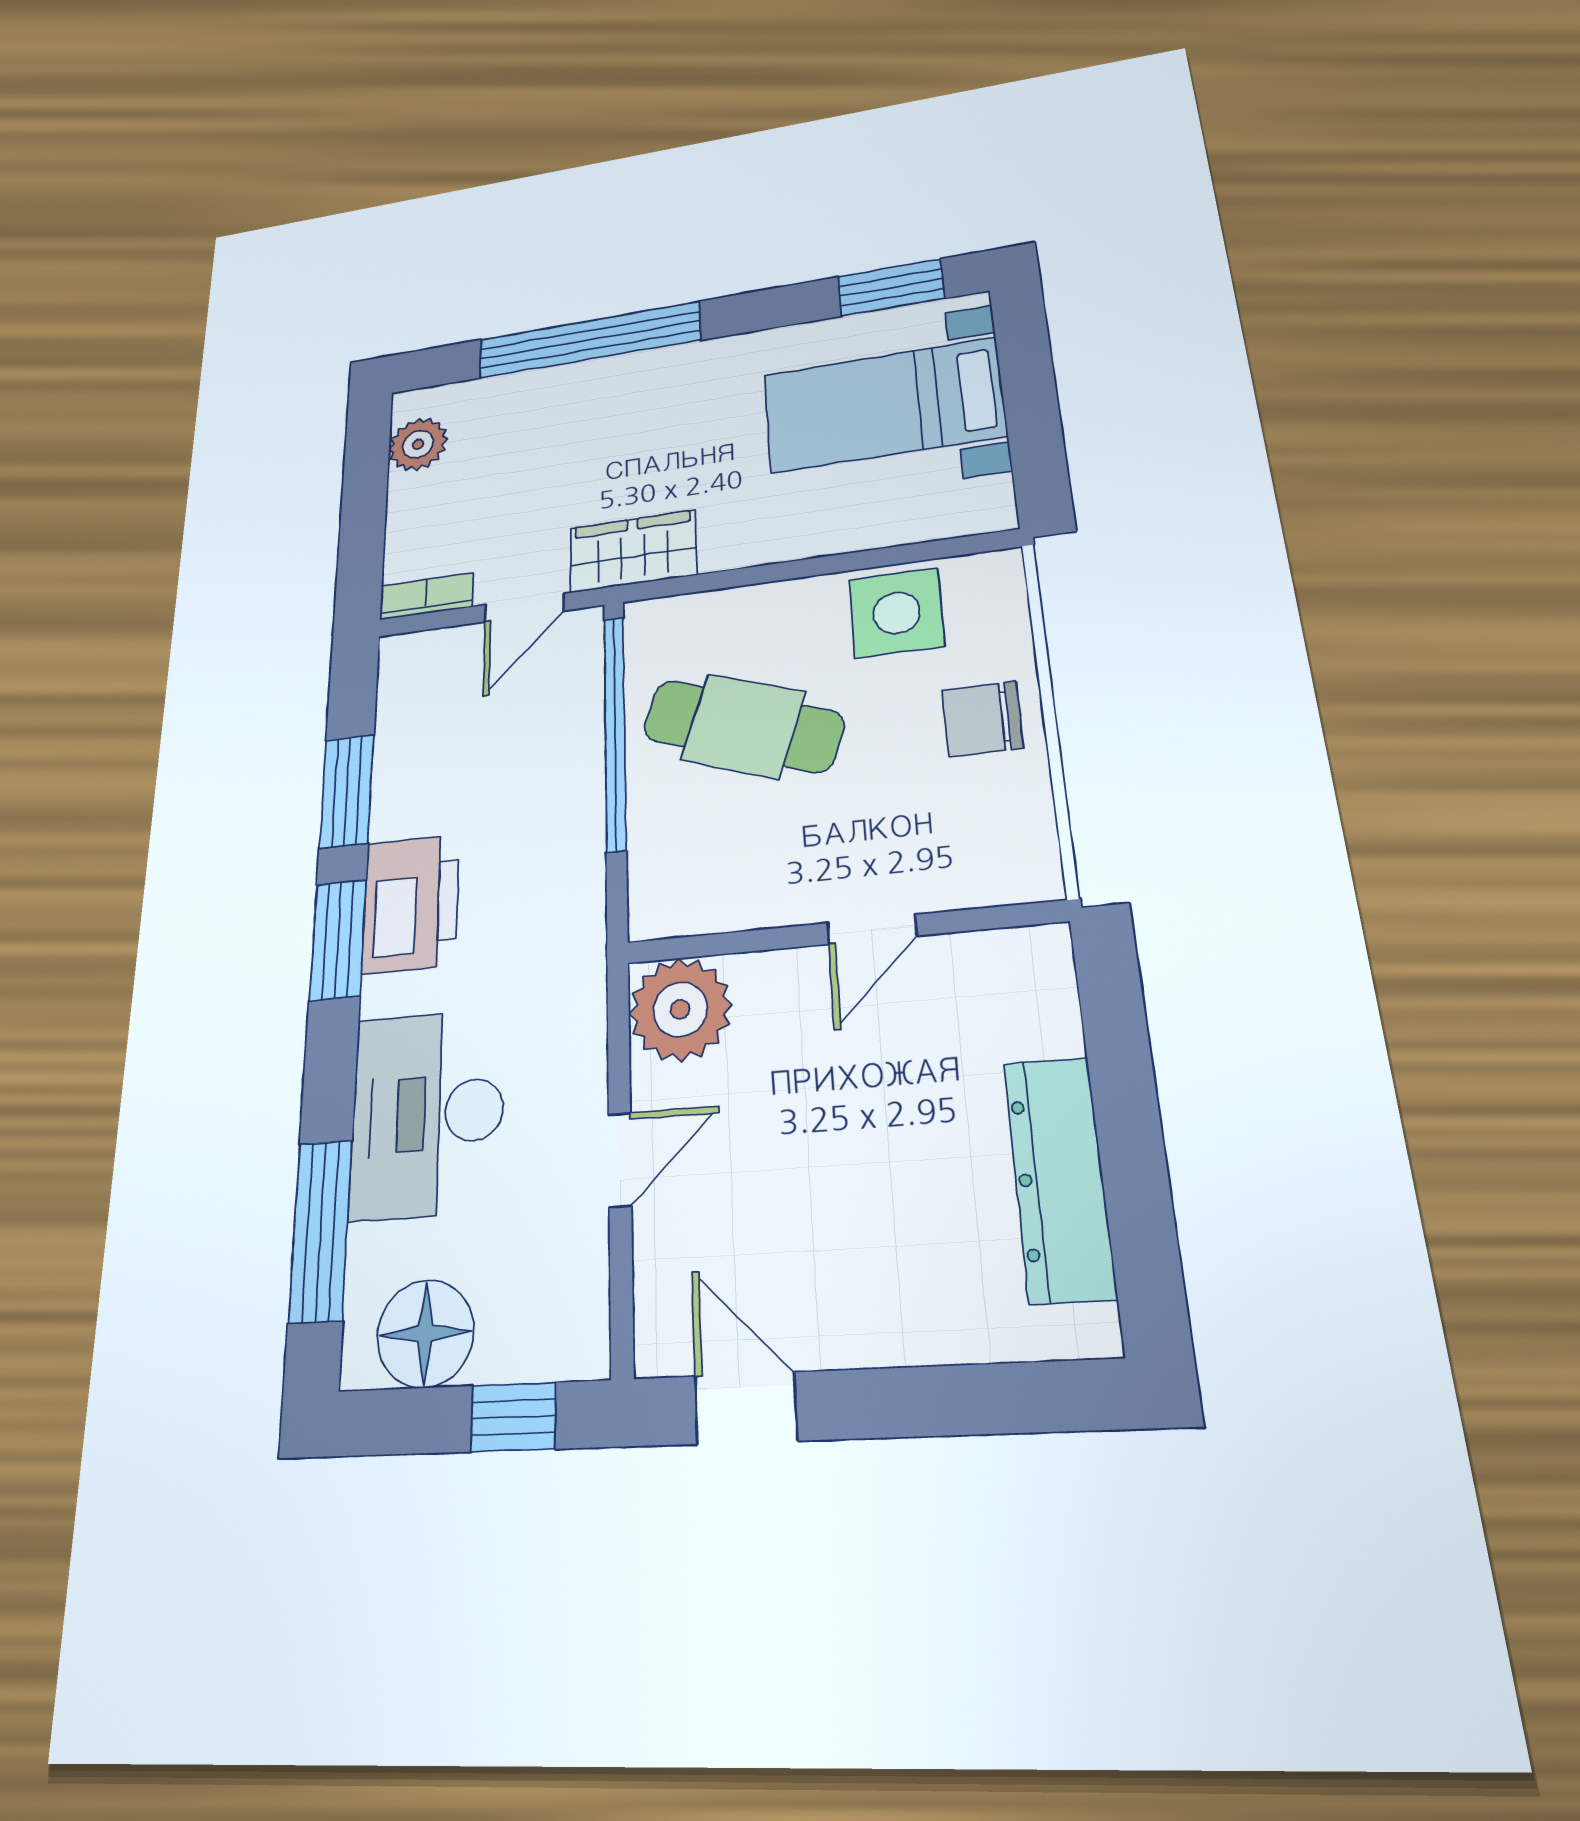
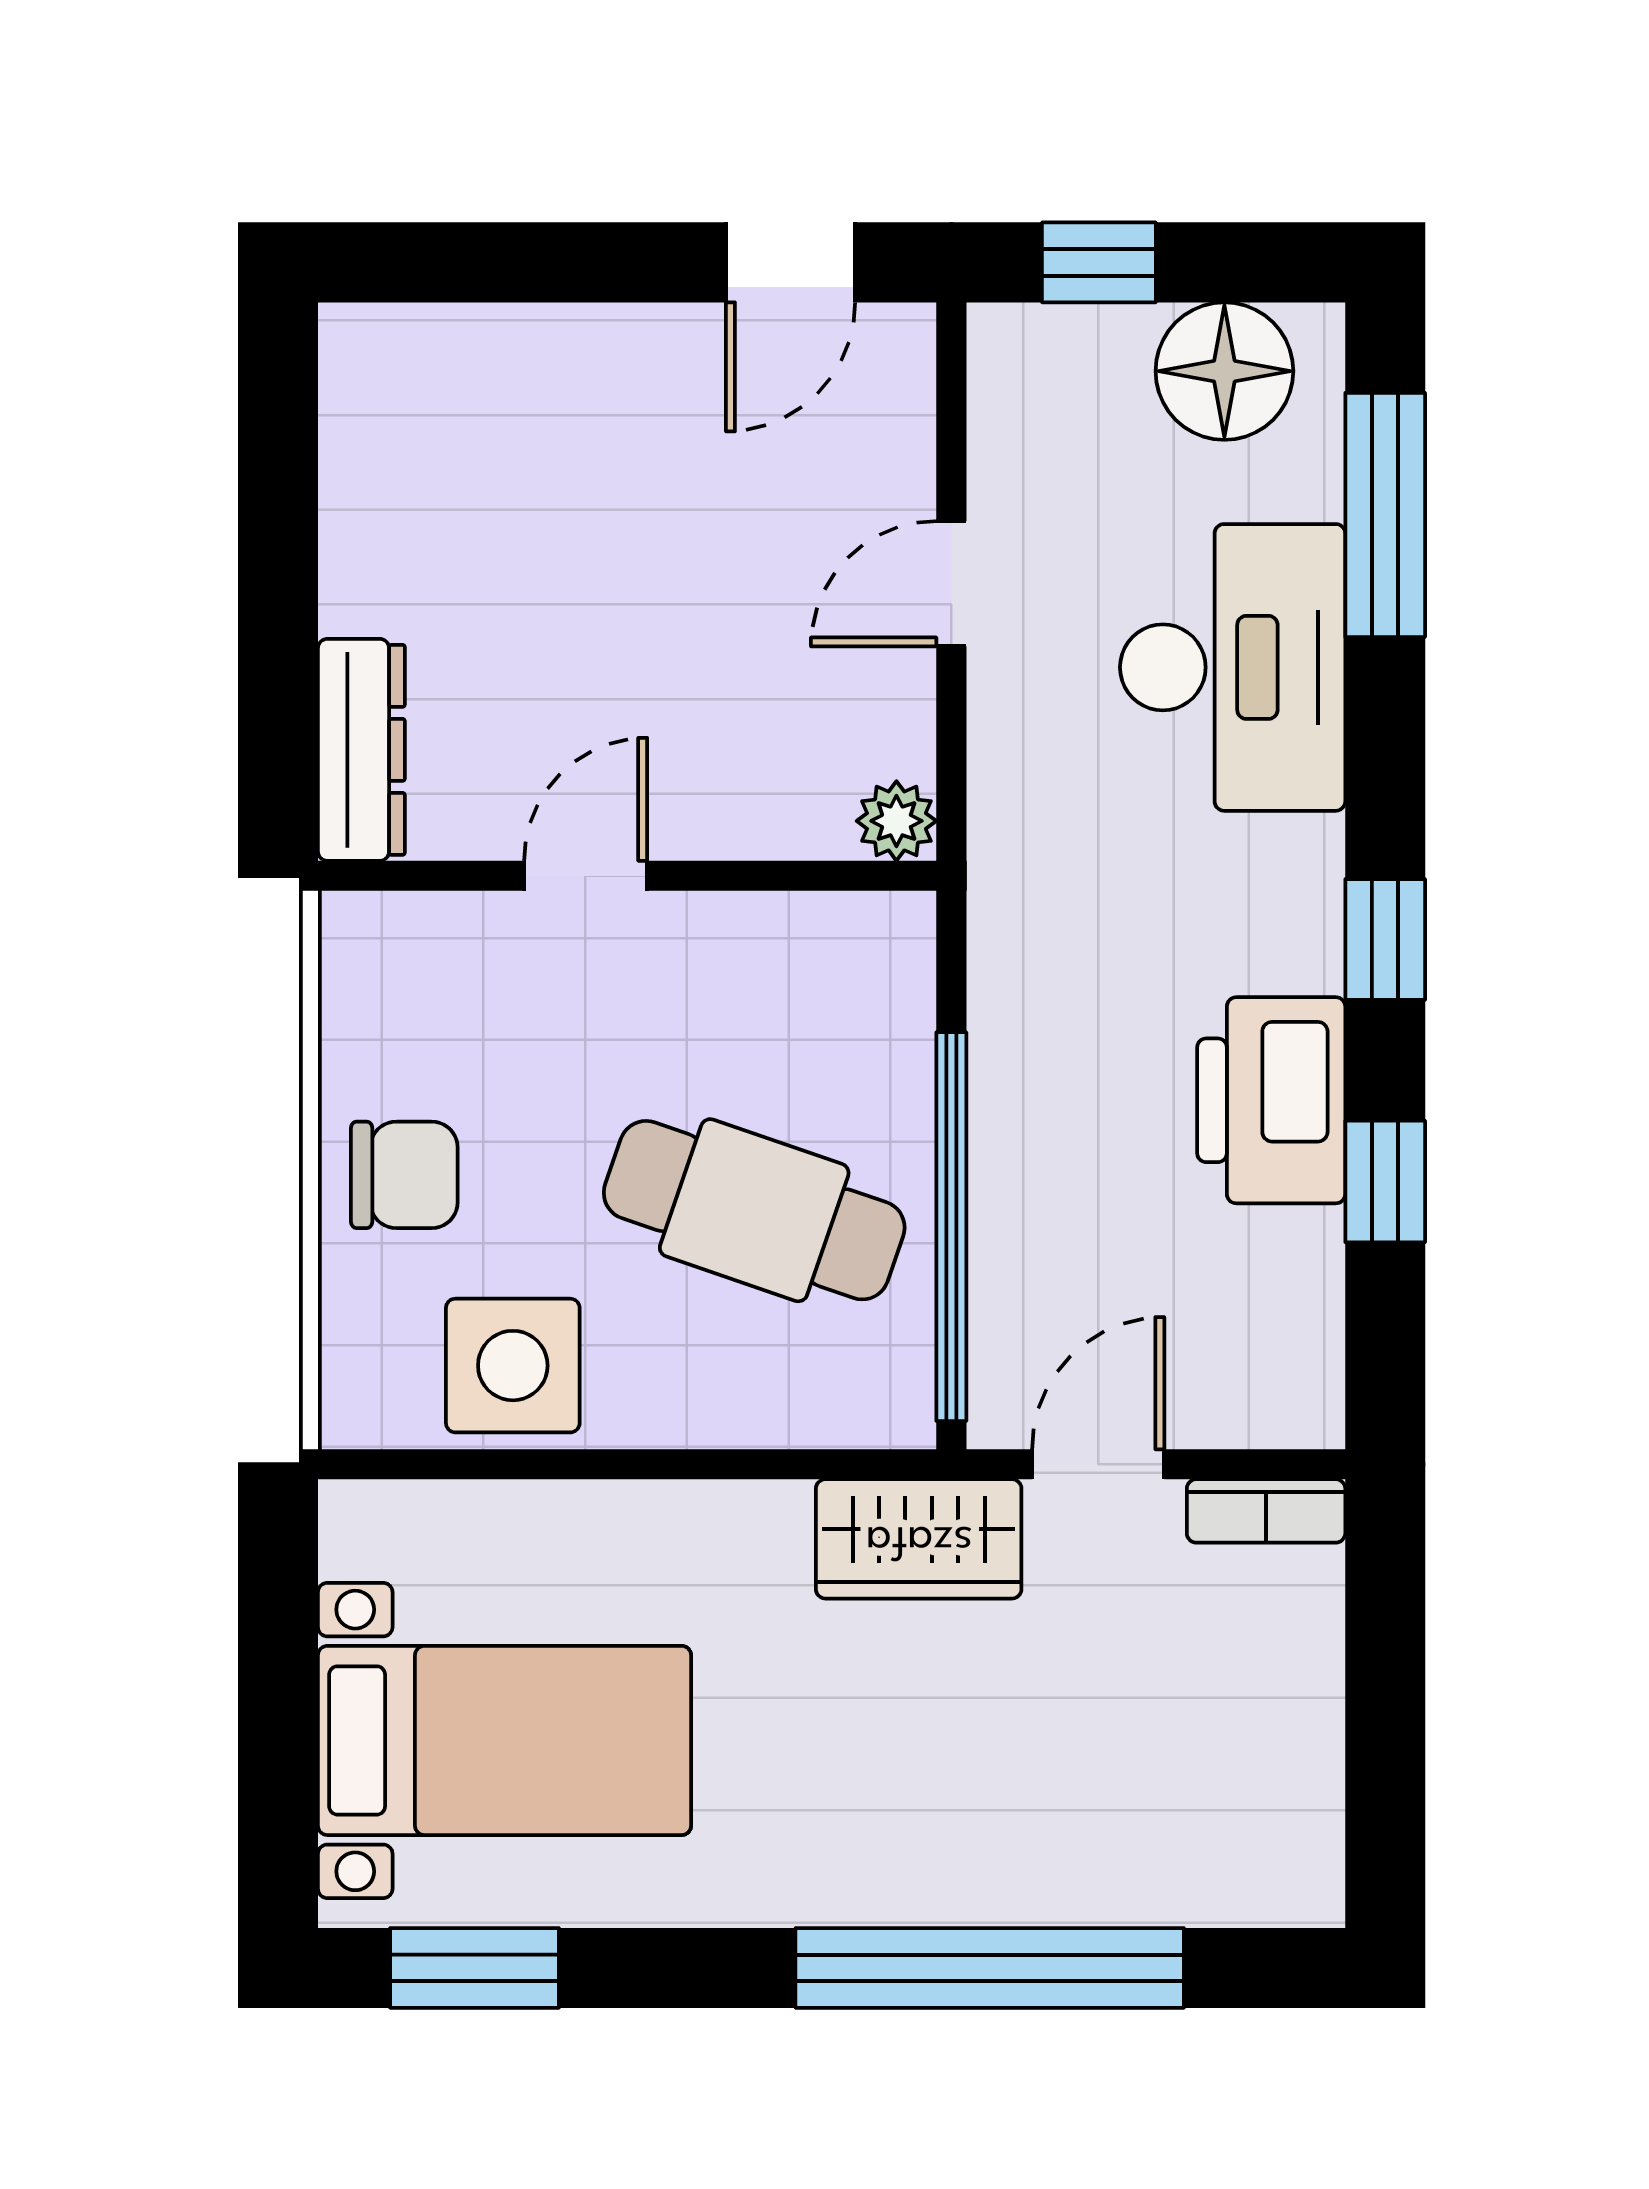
plant: (418, 444) -> (1292, 1811), removed
window: (347, 791) -> (1385, 1181), width x0.67
printer: (411, 904) -> (1271, 1100), moved
window: (338, 940) -> (1385, 940), width x0.67
plant: (680, 1009) -> (896, 821), width x0.53, depth x0.53
dresser: (1059, 1178) -> (361, 750), moved, width x0.73, depth x0.80
door: (746, 1408) -> (791, 262), hinge flipped

